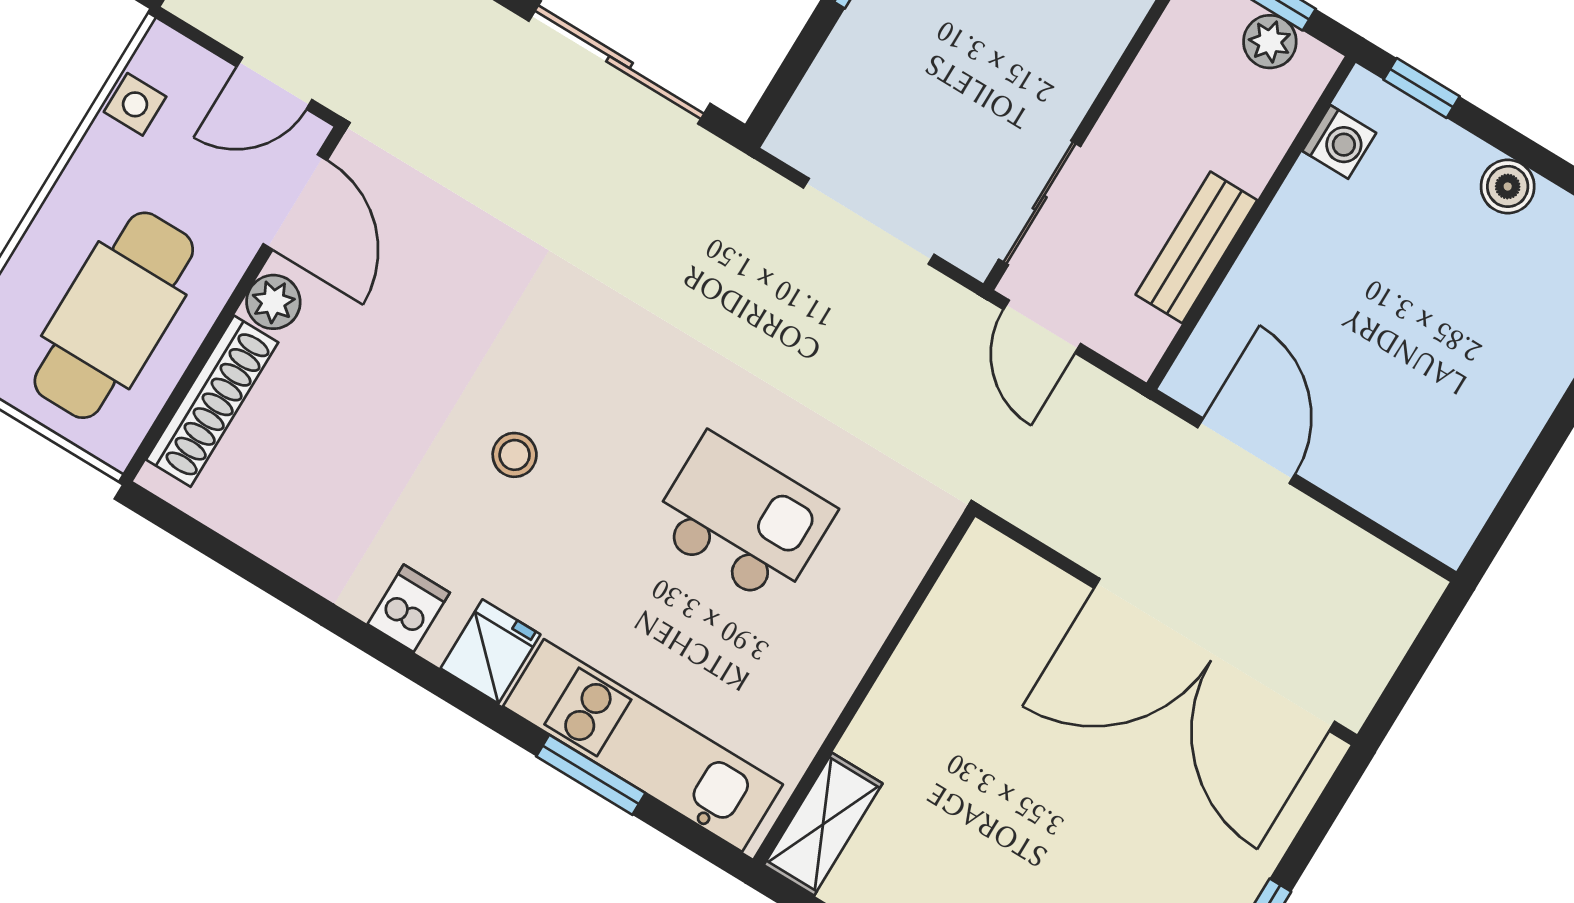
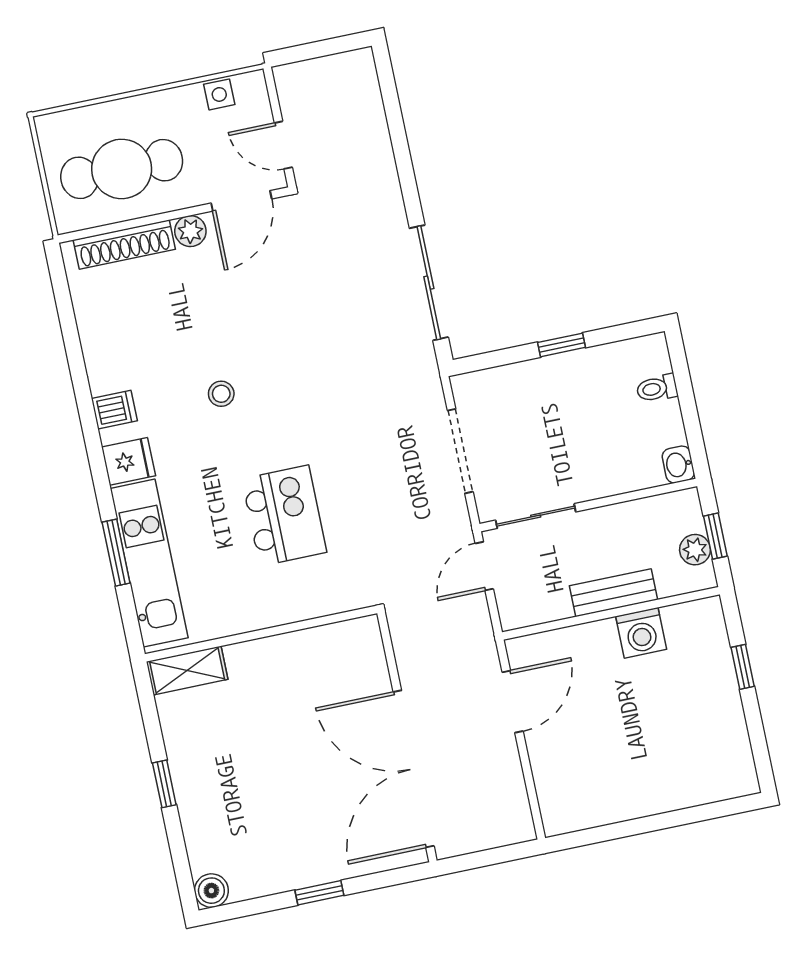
window: (1422, 88) -> (743, 667), moved
washing machine: (1339, 142) -> (641, 633), moved, width x1.38, depth x1.38
boiler: (1508, 186) -> (728, 708), removed
bench: (1196, 247) -> (613, 593), moved

